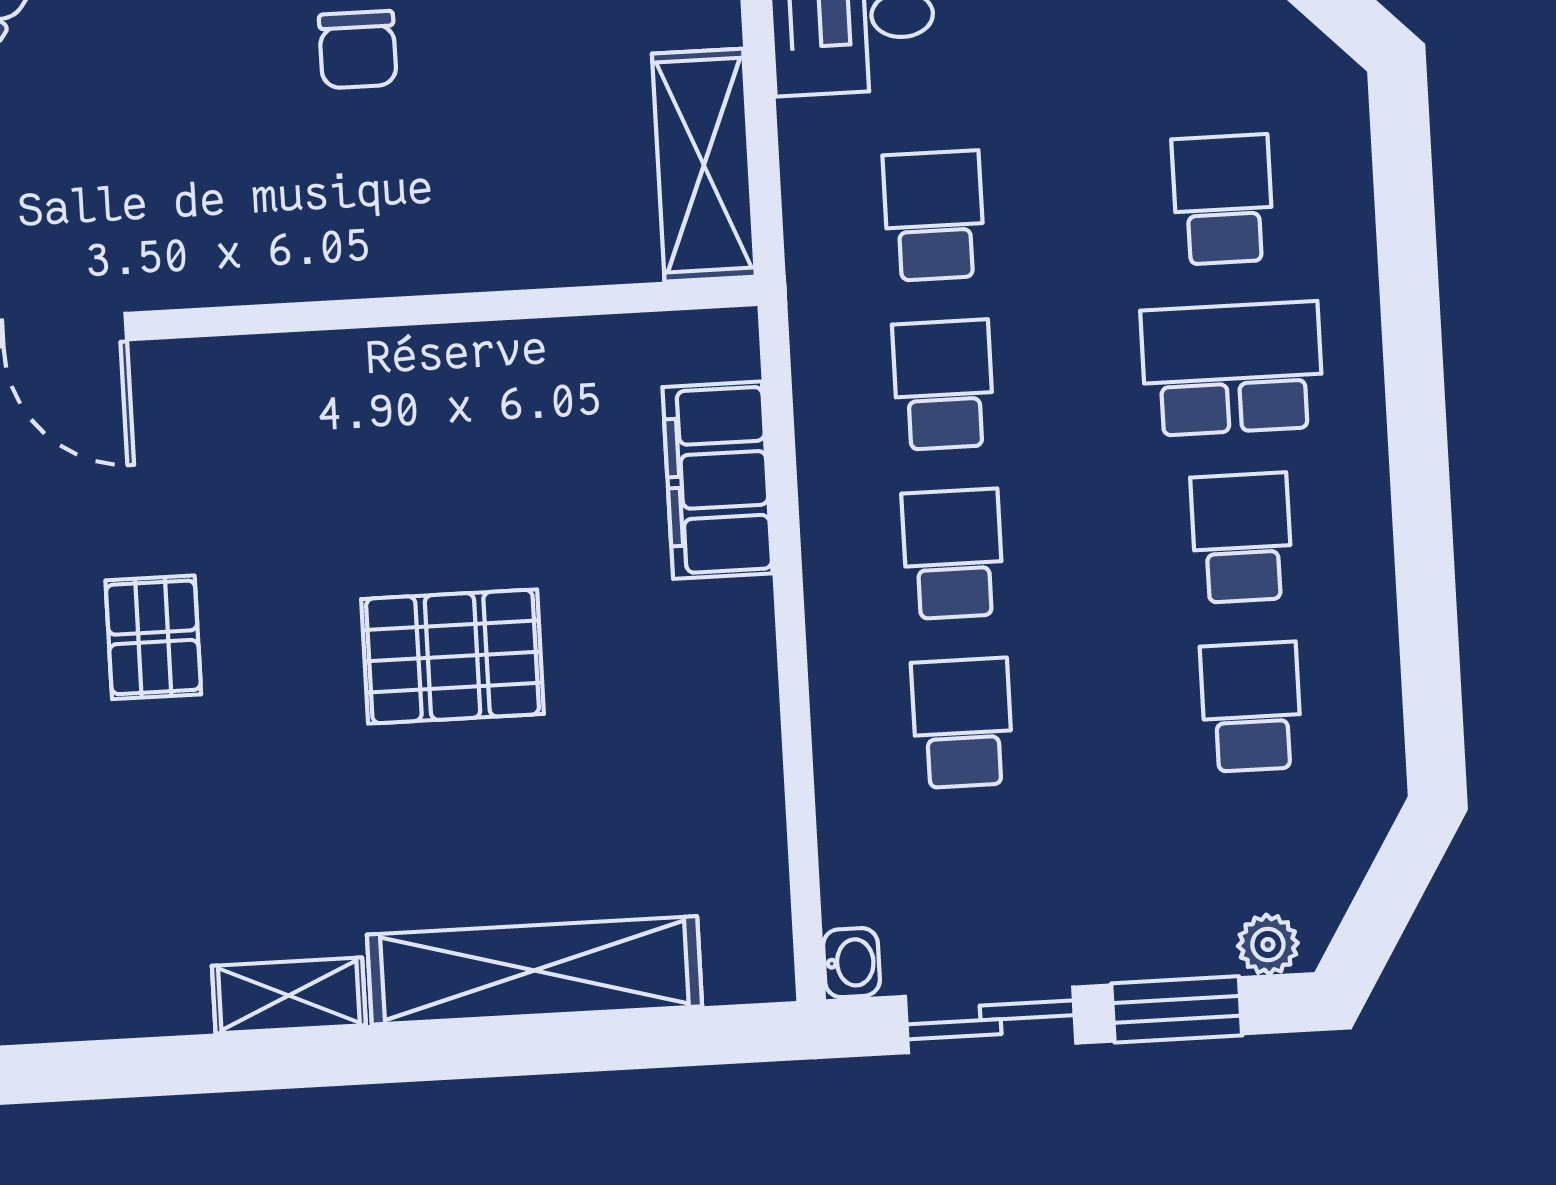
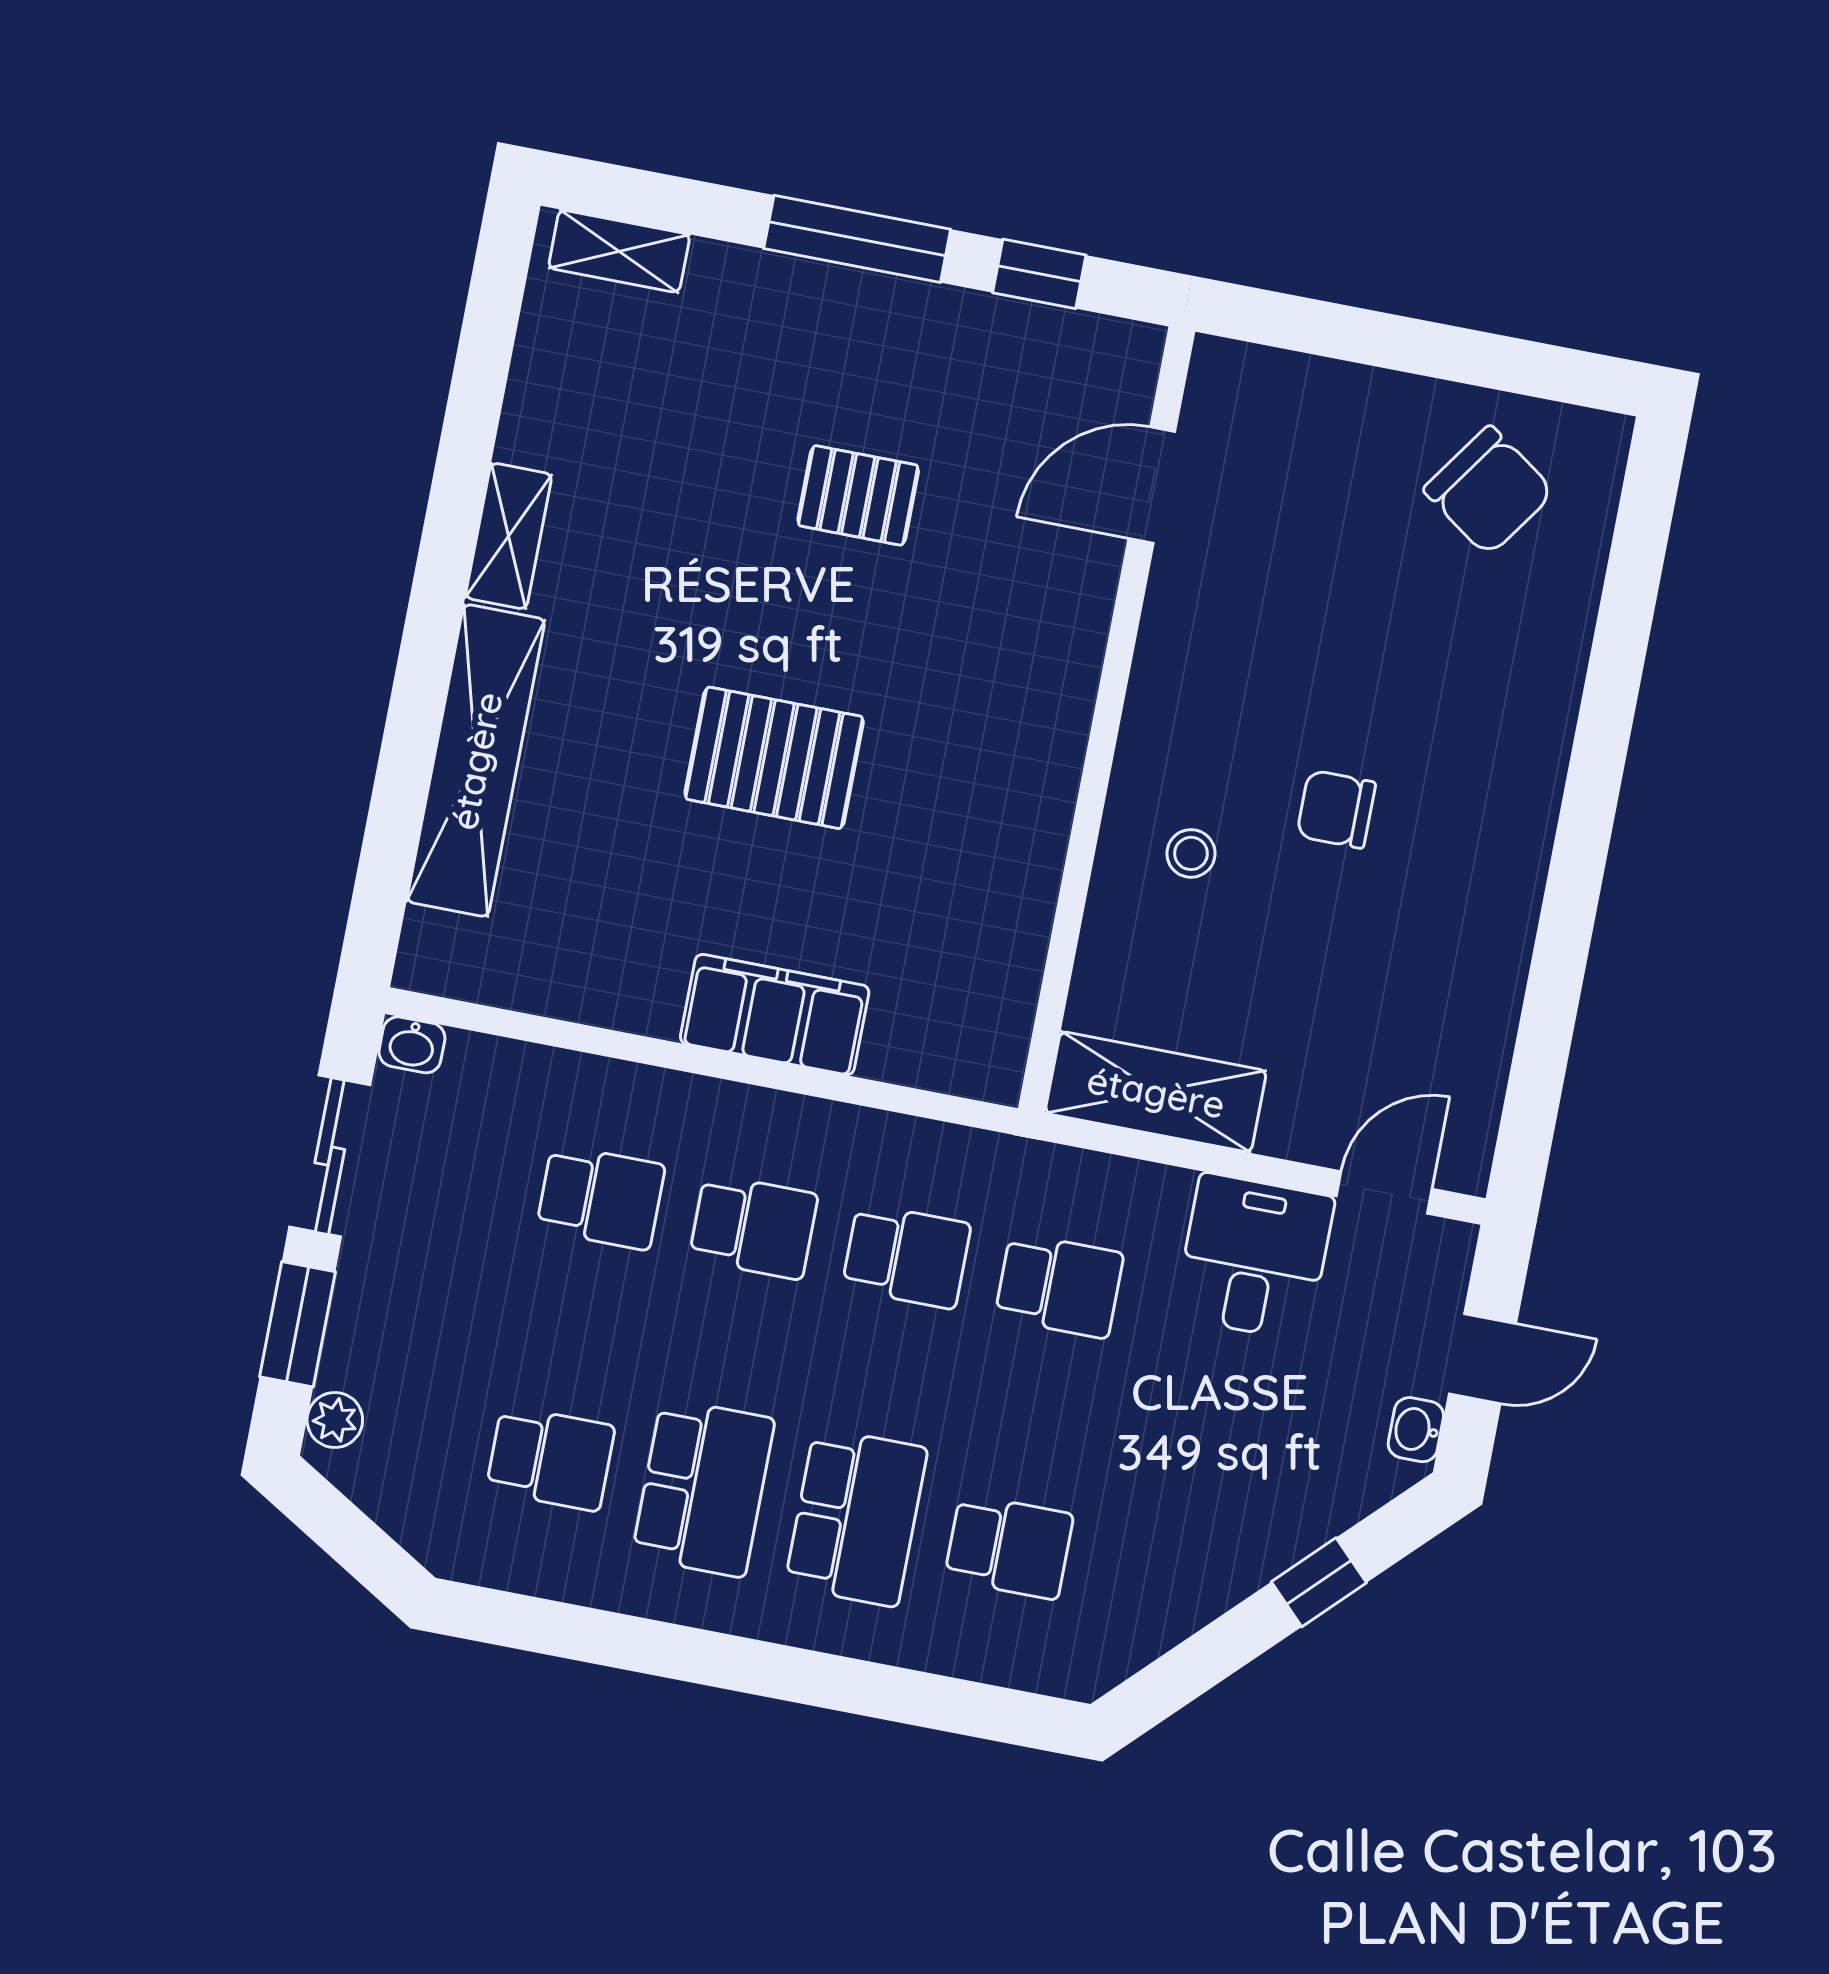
stool: (443, 191) -> (1191, 853), added
filing cabinet: (717, 480) -> (775, 1015), moved
school desk: (1242, 538) -> (703, 1488), width x1.85
pallet: (453, 656) -> (774, 758), turned 90

